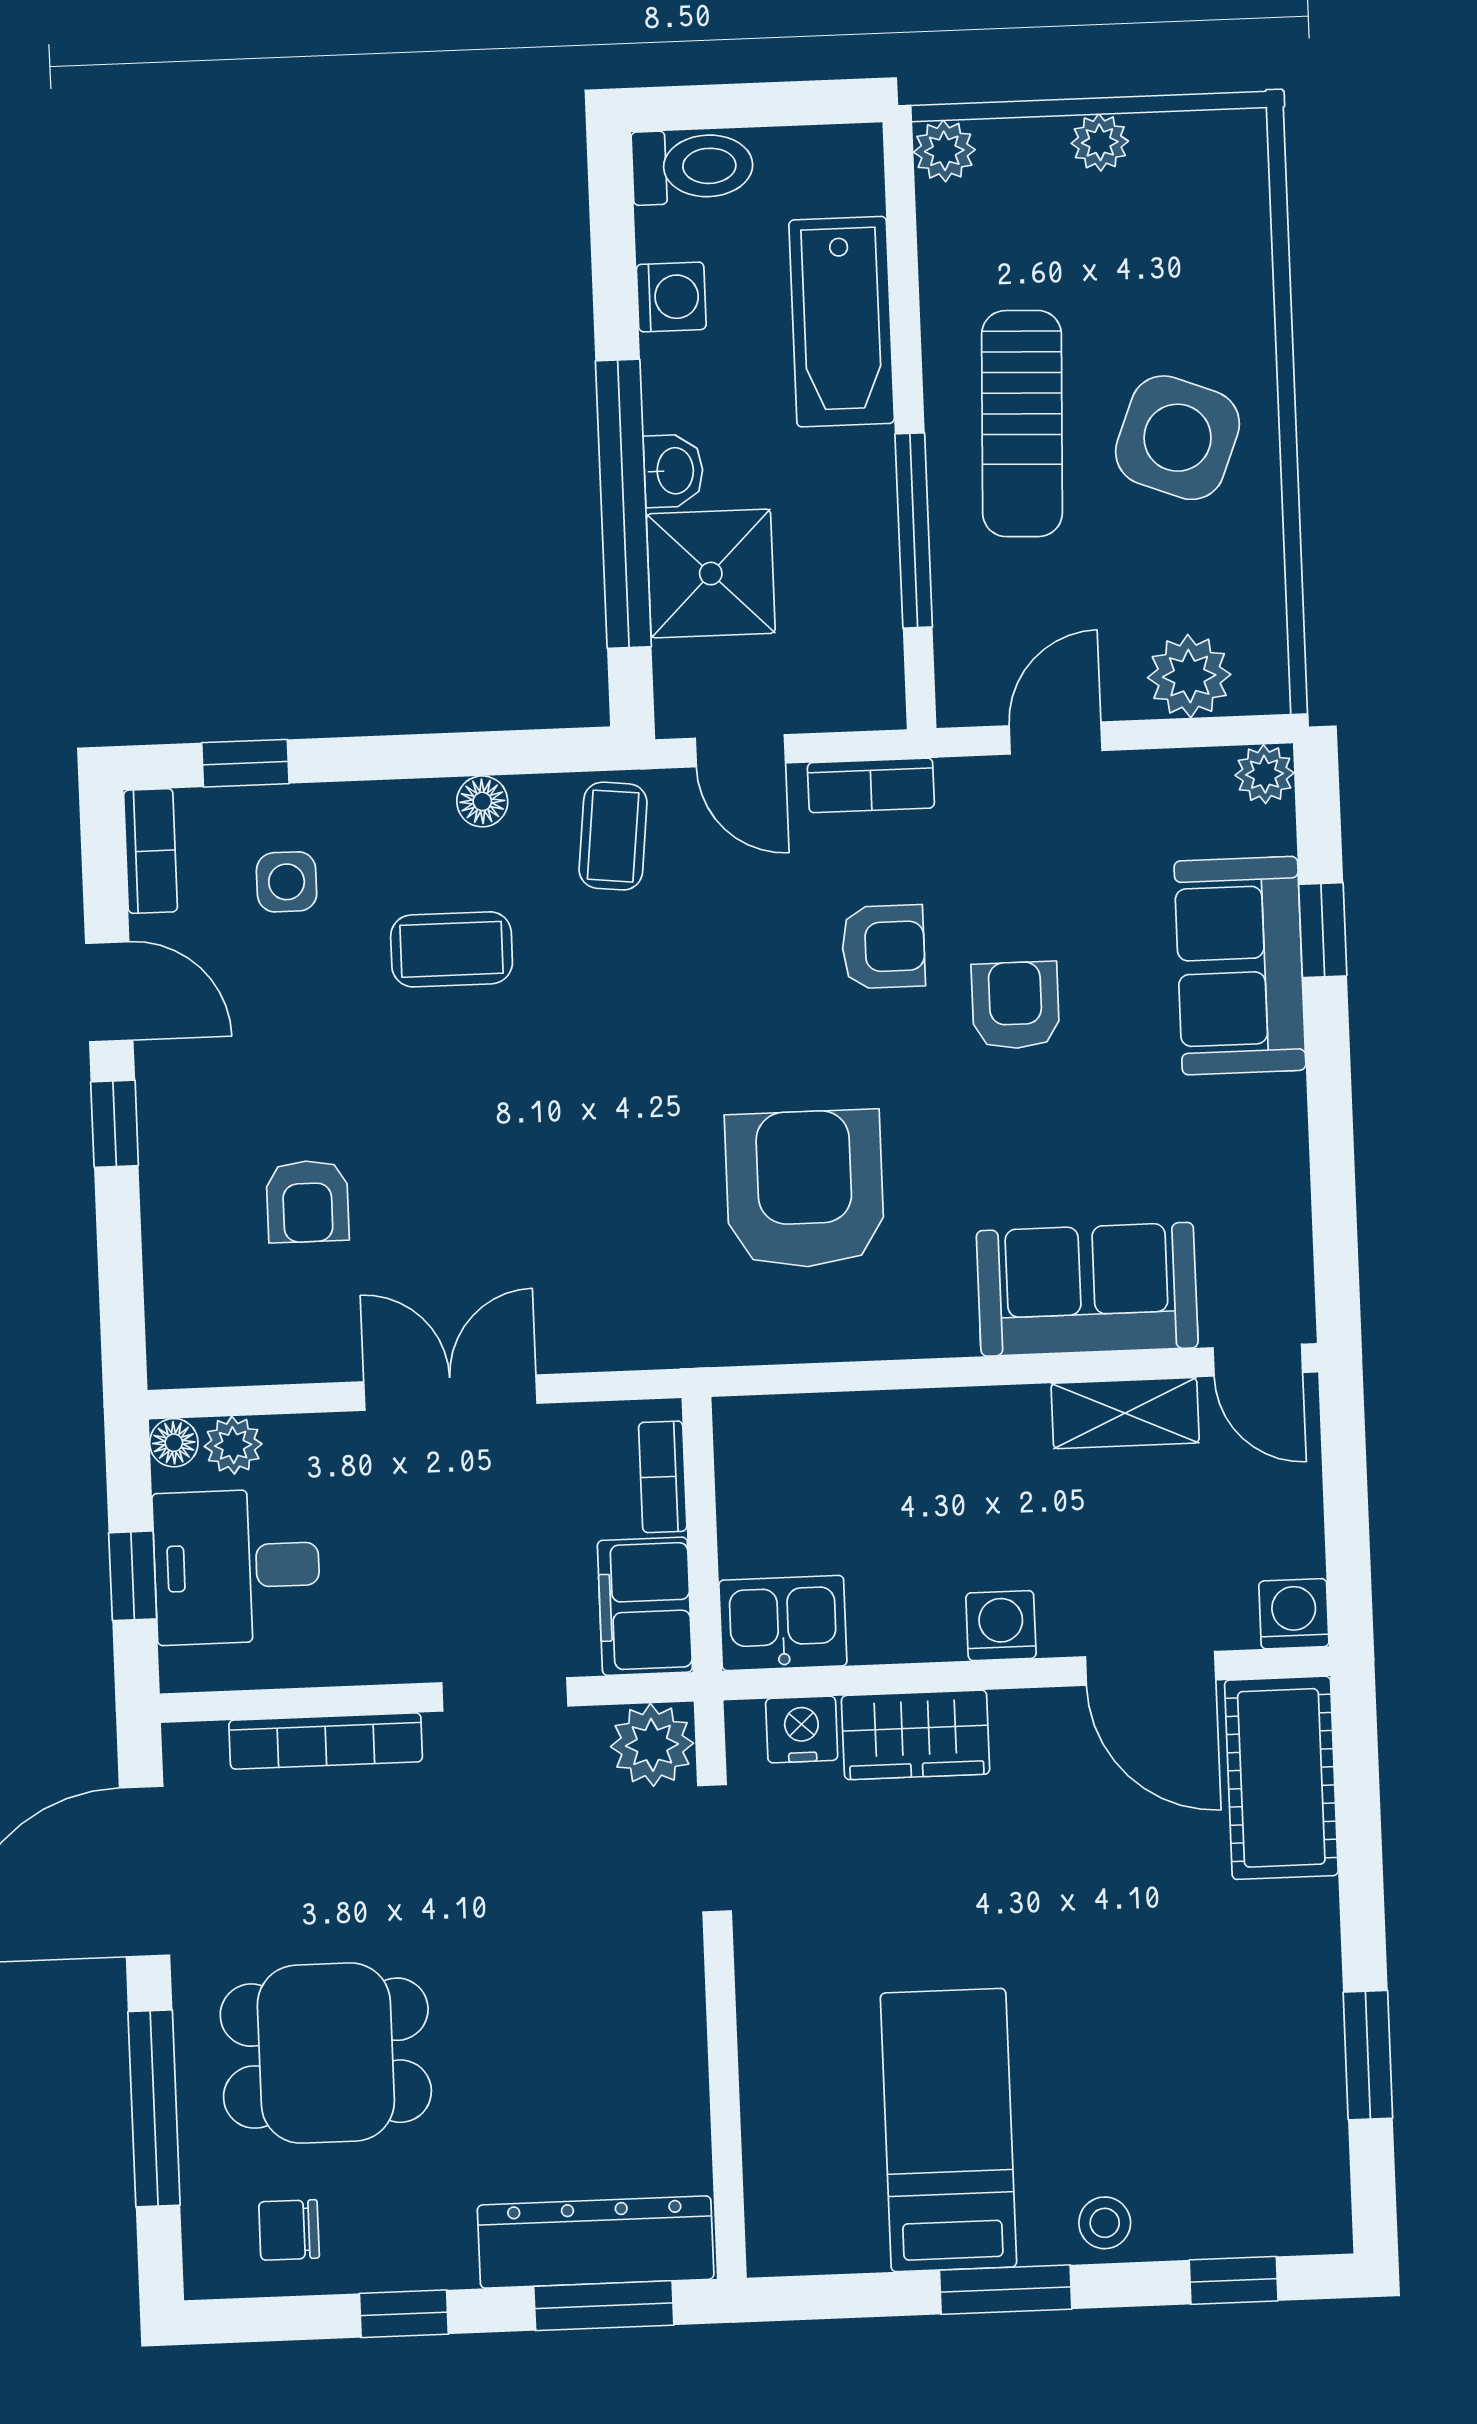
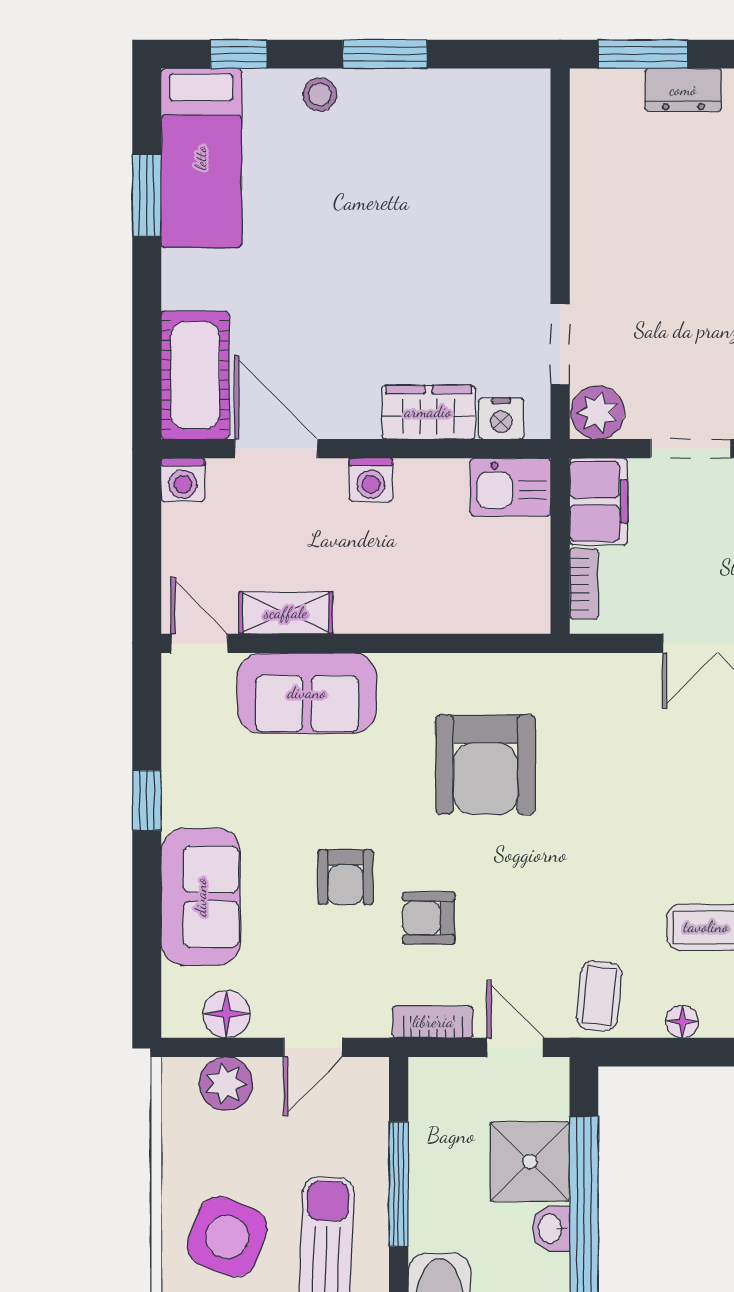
plant: (1265, 774) -> (180, 1019), removed
floor lamp: (1192, 784) -> (227, 1014), added
window: (1323, 930) -> (147, 800), moved
bed: (948, 2130) -> (201, 158), moved
dresser: (596, 2242) -> (683, 90), width x0.51, depth x0.80

